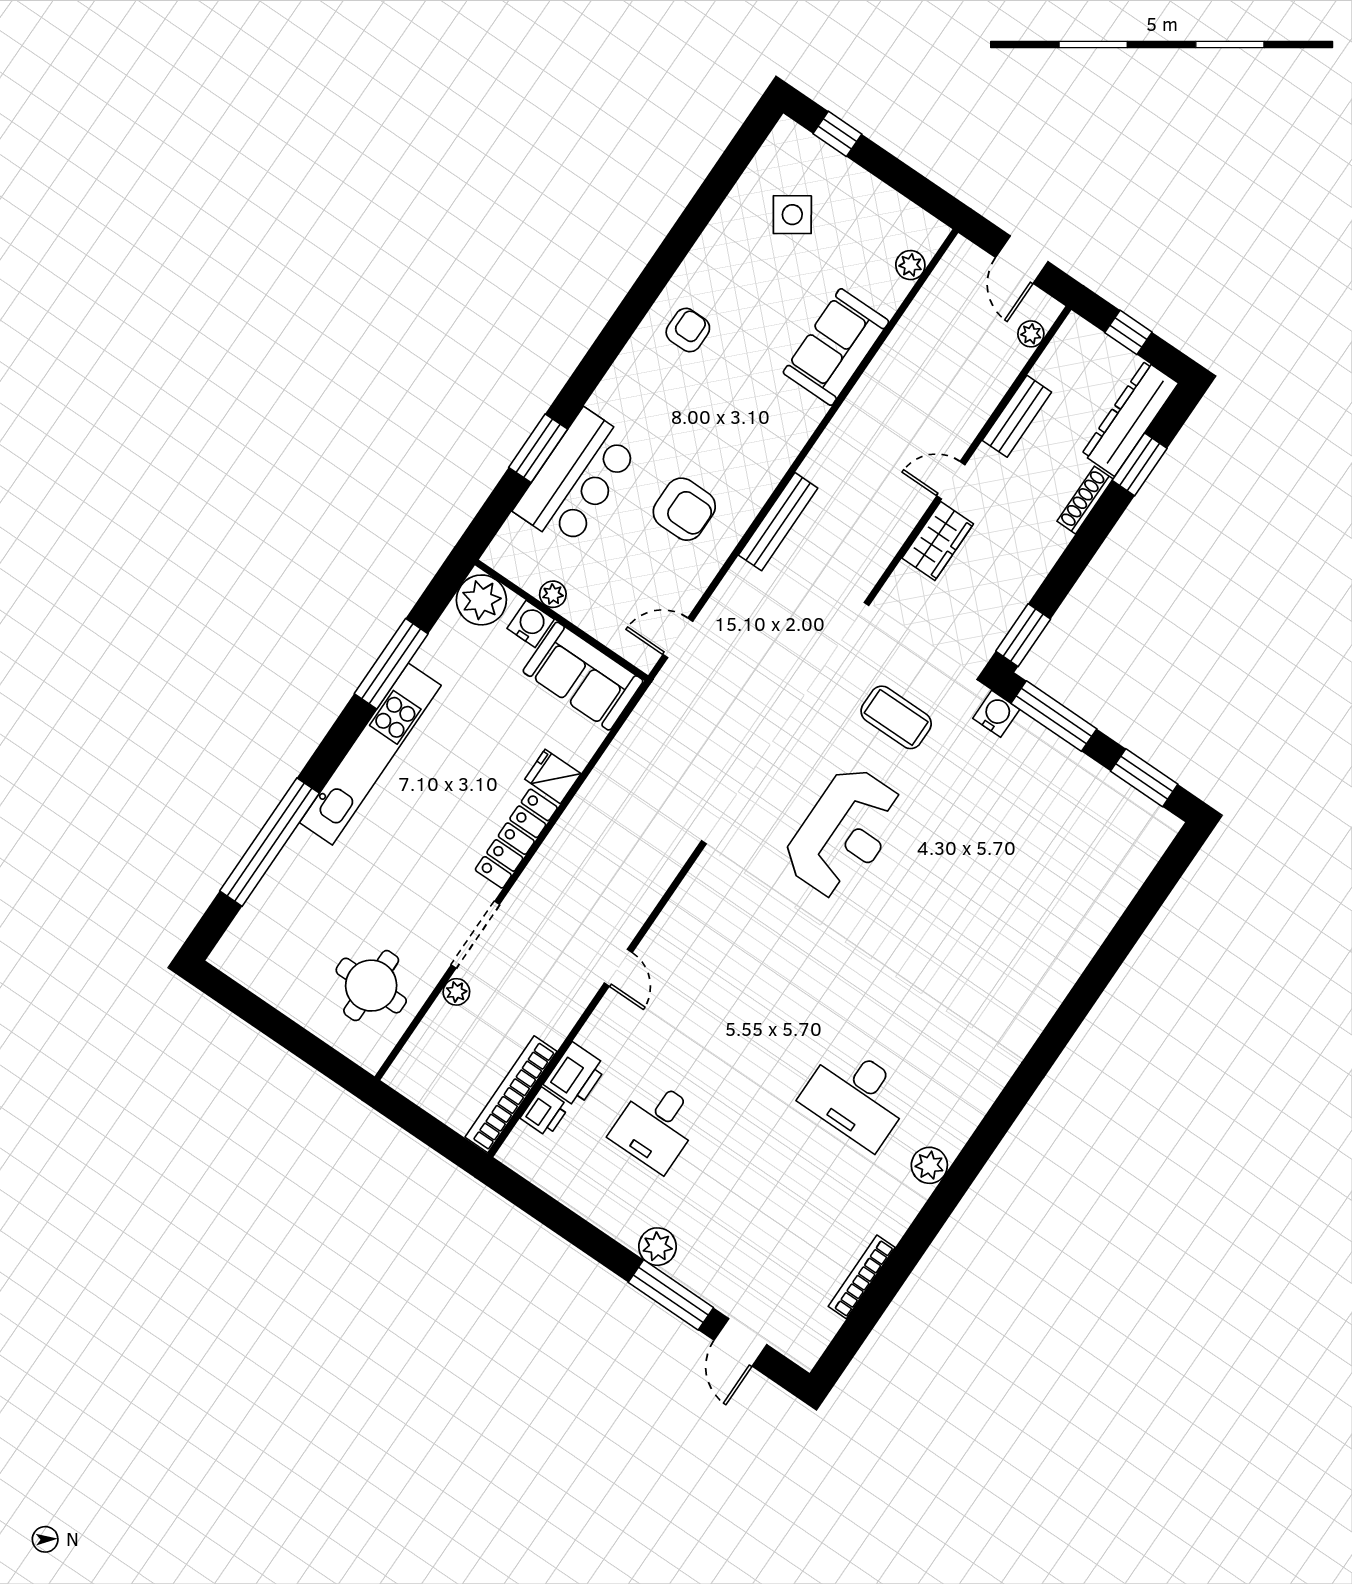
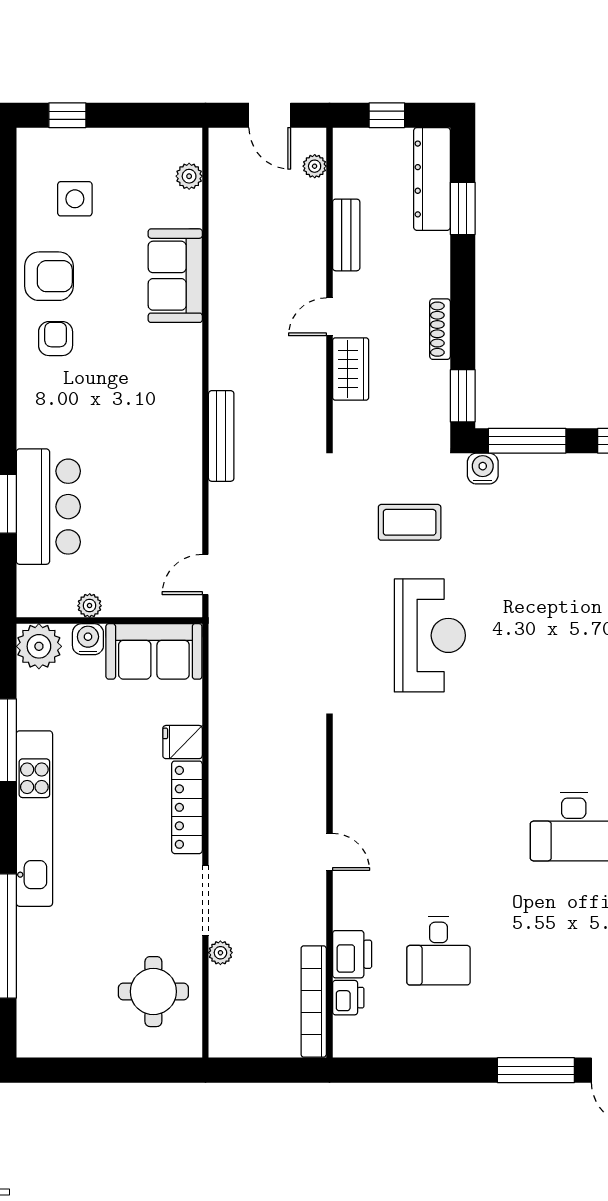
side table: (792, 215) -> (75, 199), turned 34
shoe rack: (1085, 500) -> (440, 329), moved
armchair: (684, 509) -> (49, 276), moved
plant: (657, 1247) -> (501, 1041), removed

